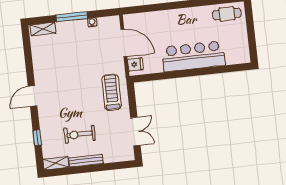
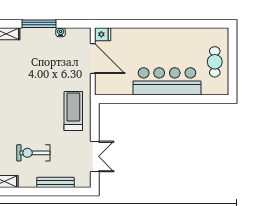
cafe table: (227, 14) -> (215, 62), moved, turned 90
fridge: (135, 64) -> (103, 34), moved
bench: (86, 161) -> (55, 182), moved

